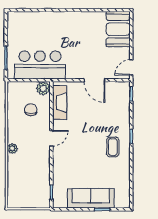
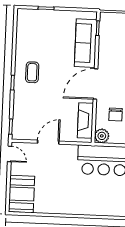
door: (131, 67) -> (10, 154), hinge flipped
door: (94, 80) -> (48, 142), hinge flipped
door: (51, 138) -> (95, 84), width x1.87
sofa: (91, 198) -> (86, 43), moved, turned 90

